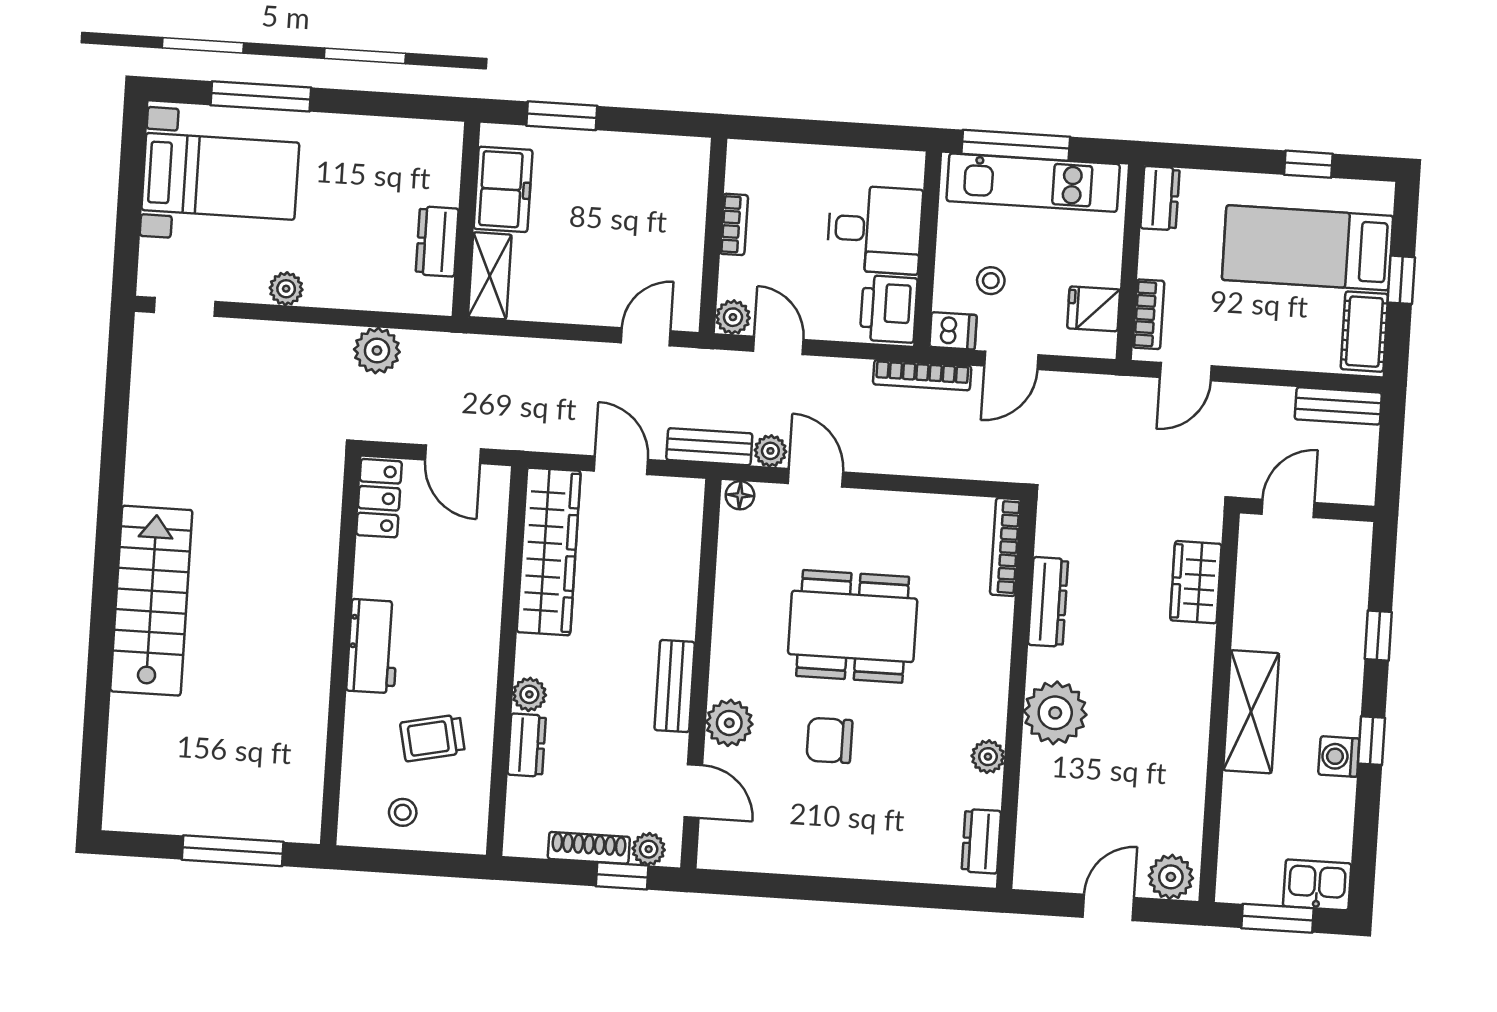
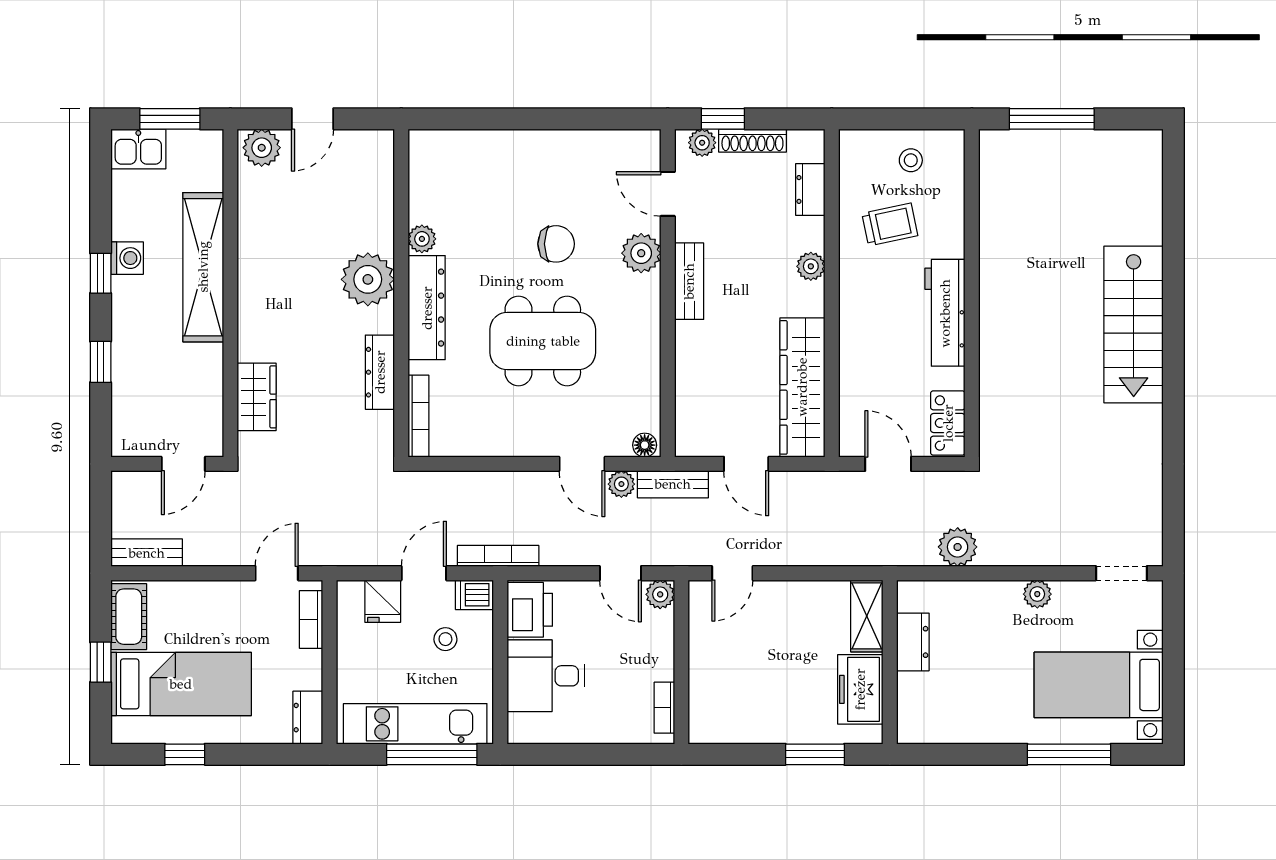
bookcase: (734, 224) -> (664, 708), moved
fridge: (1094, 309) -> (383, 601), moved, turned 90
workbench: (373, 646) -> (945, 313), width x1.37
shelving: (1251, 712) -> (203, 267), width x1.47
dresser: (527, 745) -> (810, 189), moved
dresser: (981, 841) -> (427, 308), moved, width x1.96, depth x1.24

